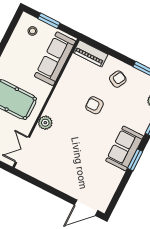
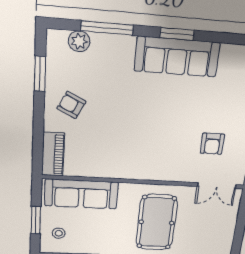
armchair: (94, 105) -> (212, 144), moved
plant: (45, 123) -> (171, 173), removed
sofa: (125, 148) -> (177, 57), width x1.36

